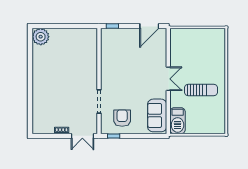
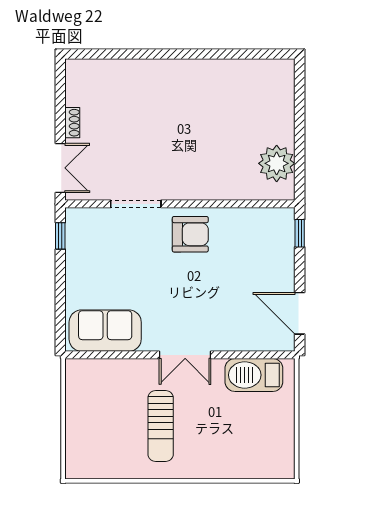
plant: (41, 37) -> (277, 163), moved
armchair: (122, 118) -> (190, 234), moved
barbecue: (178, 121) -> (254, 375), moved
double door: (82, 136) -> (60, 168), swing flipped

